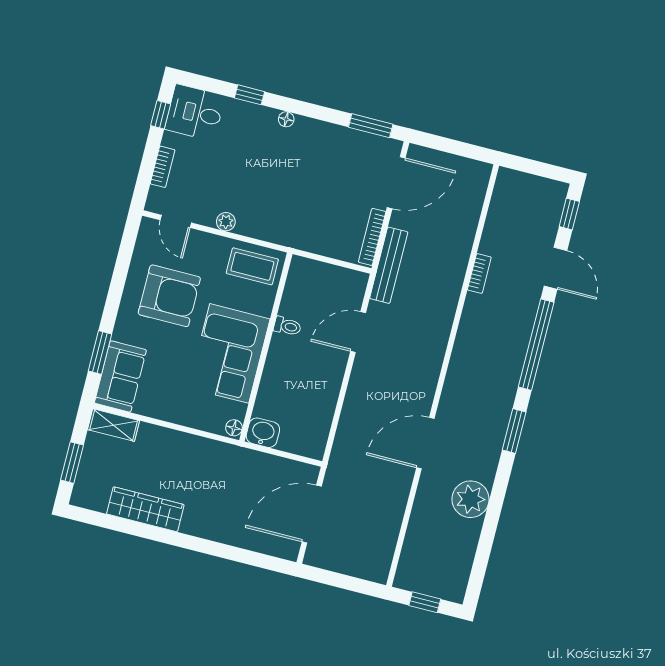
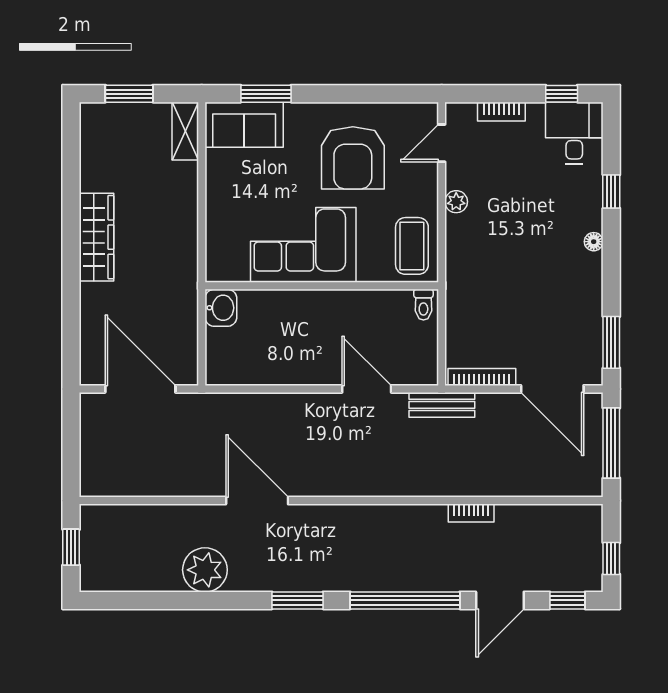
window: (452, 146) -> (611, 443), added
window: (545, 170) -> (611, 559), added
bench: (389, 265) -> (442, 405), width x0.73
toilet: (287, 326) -> (423, 305), moved
floor lamp: (234, 428) -> (218, 273), removed
wardrobe: (145, 509) -> (96, 237), moved

